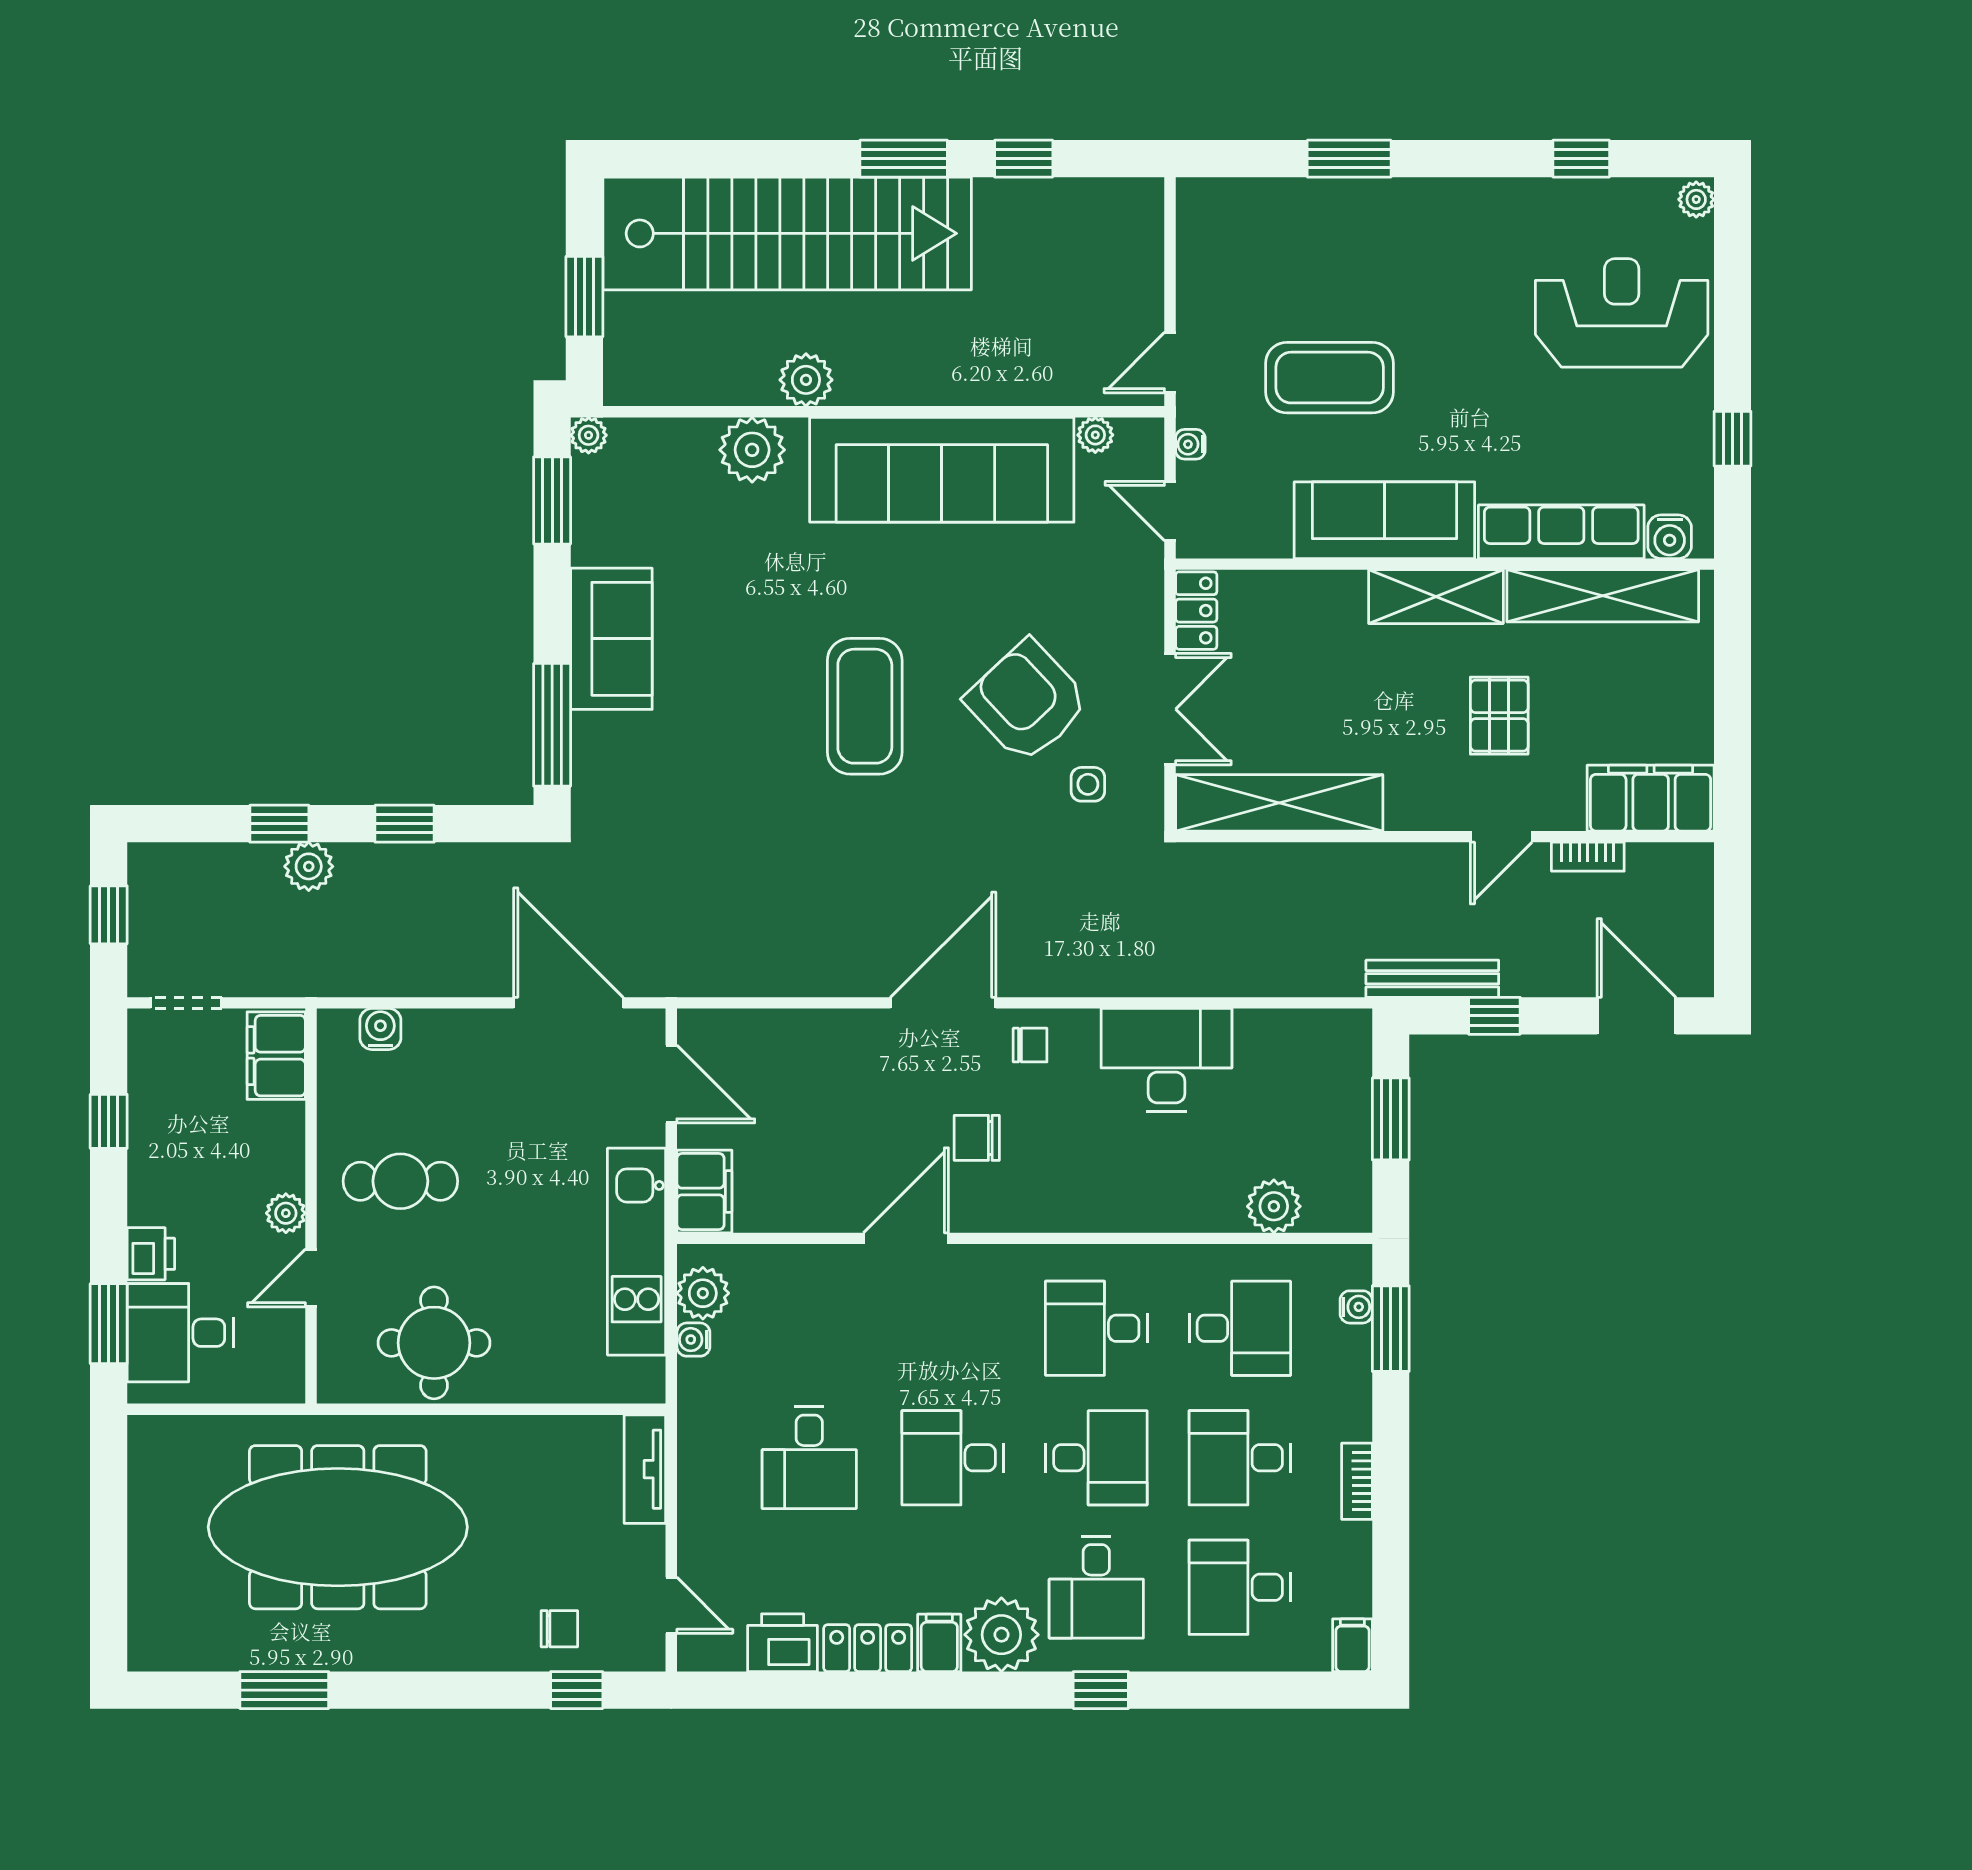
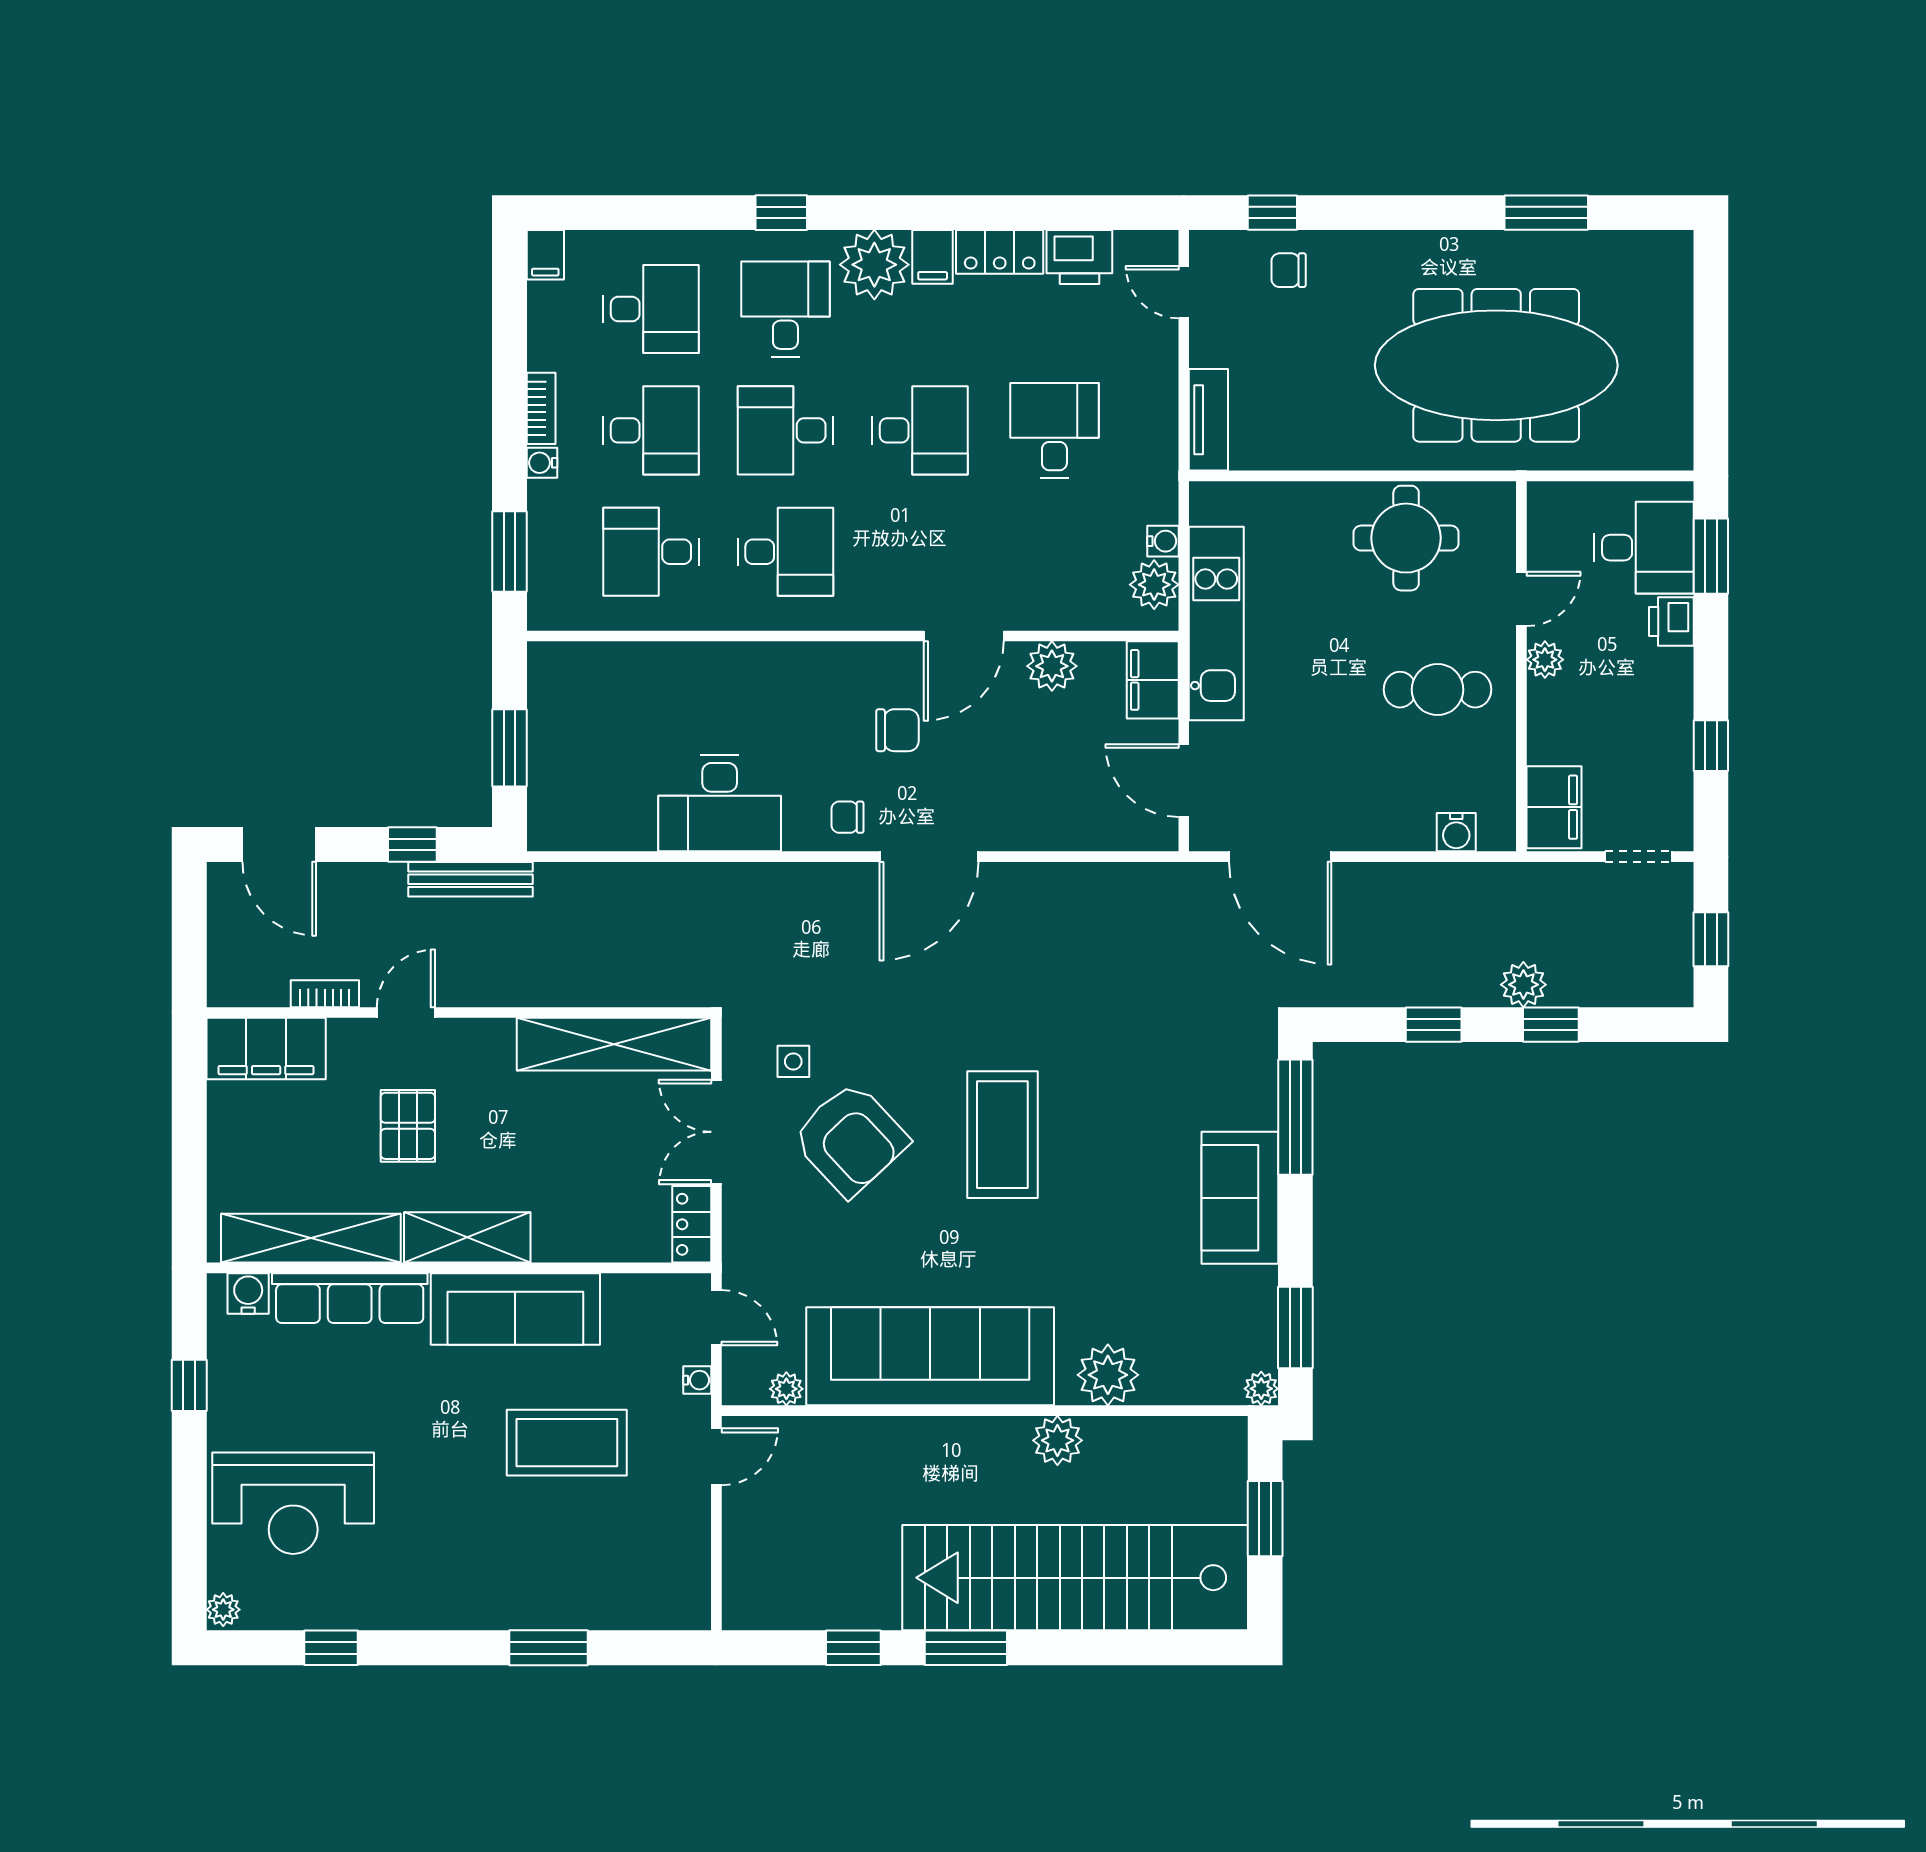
plant: (1274, 1206) -> (1052, 666), moved
water cooler: (1356, 1307) -> (542, 463), moved

